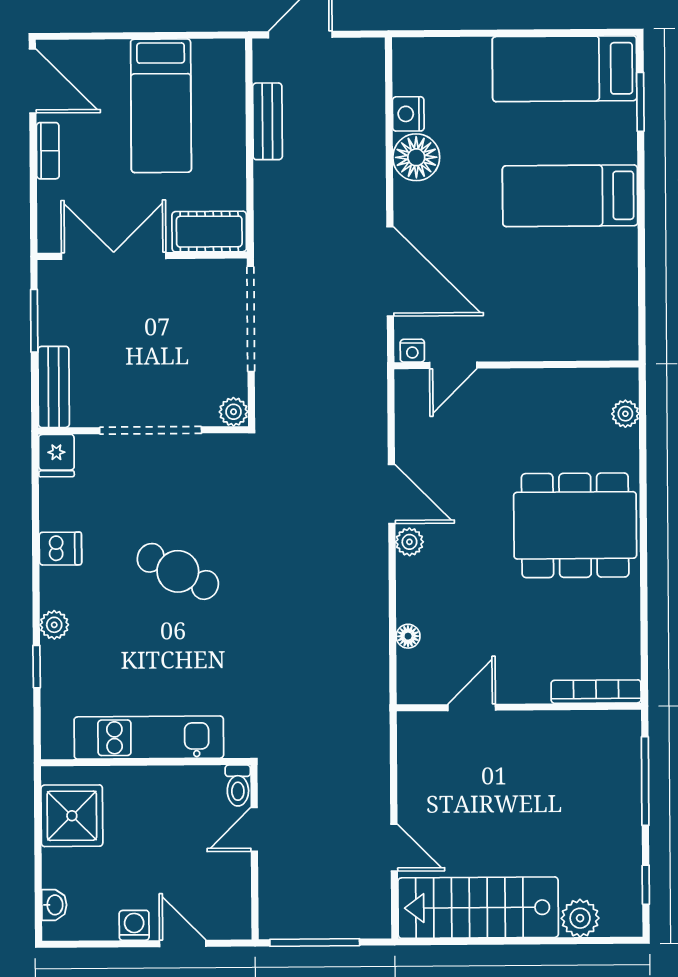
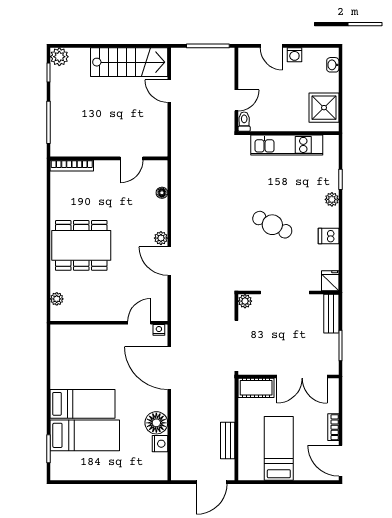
bed: (565, 69) -> (85, 435), moved
plant: (580, 918) -> (59, 57), moved

